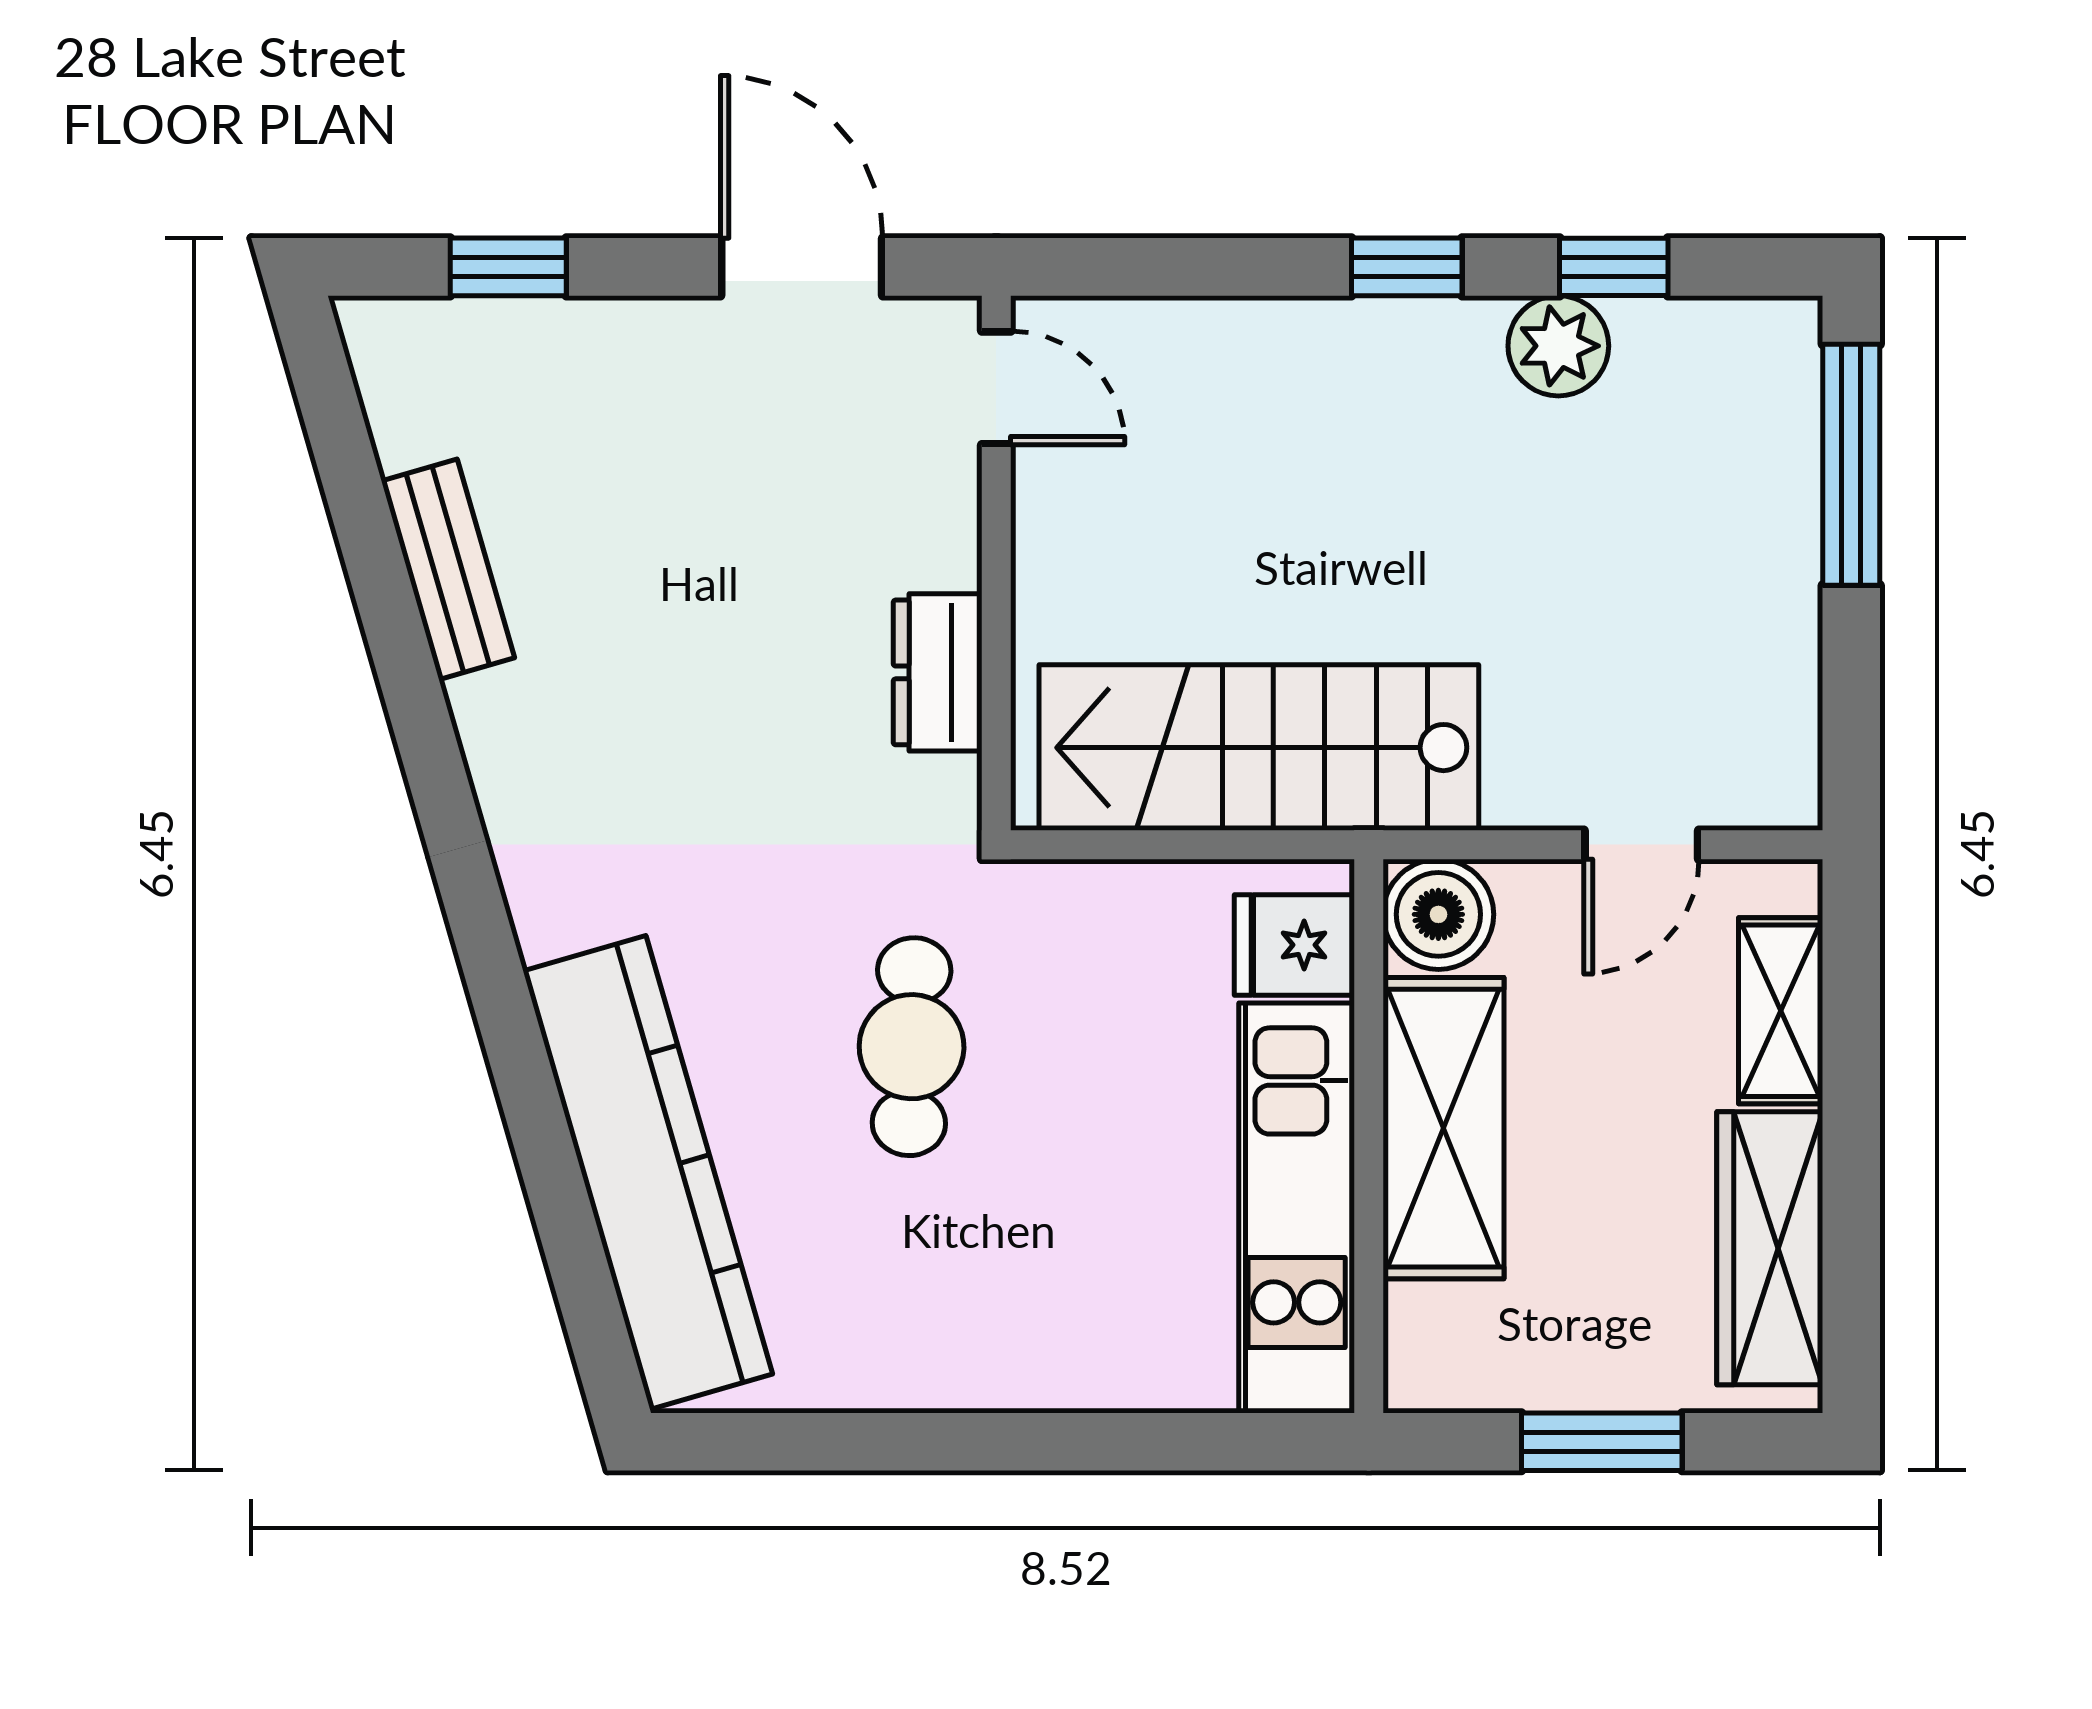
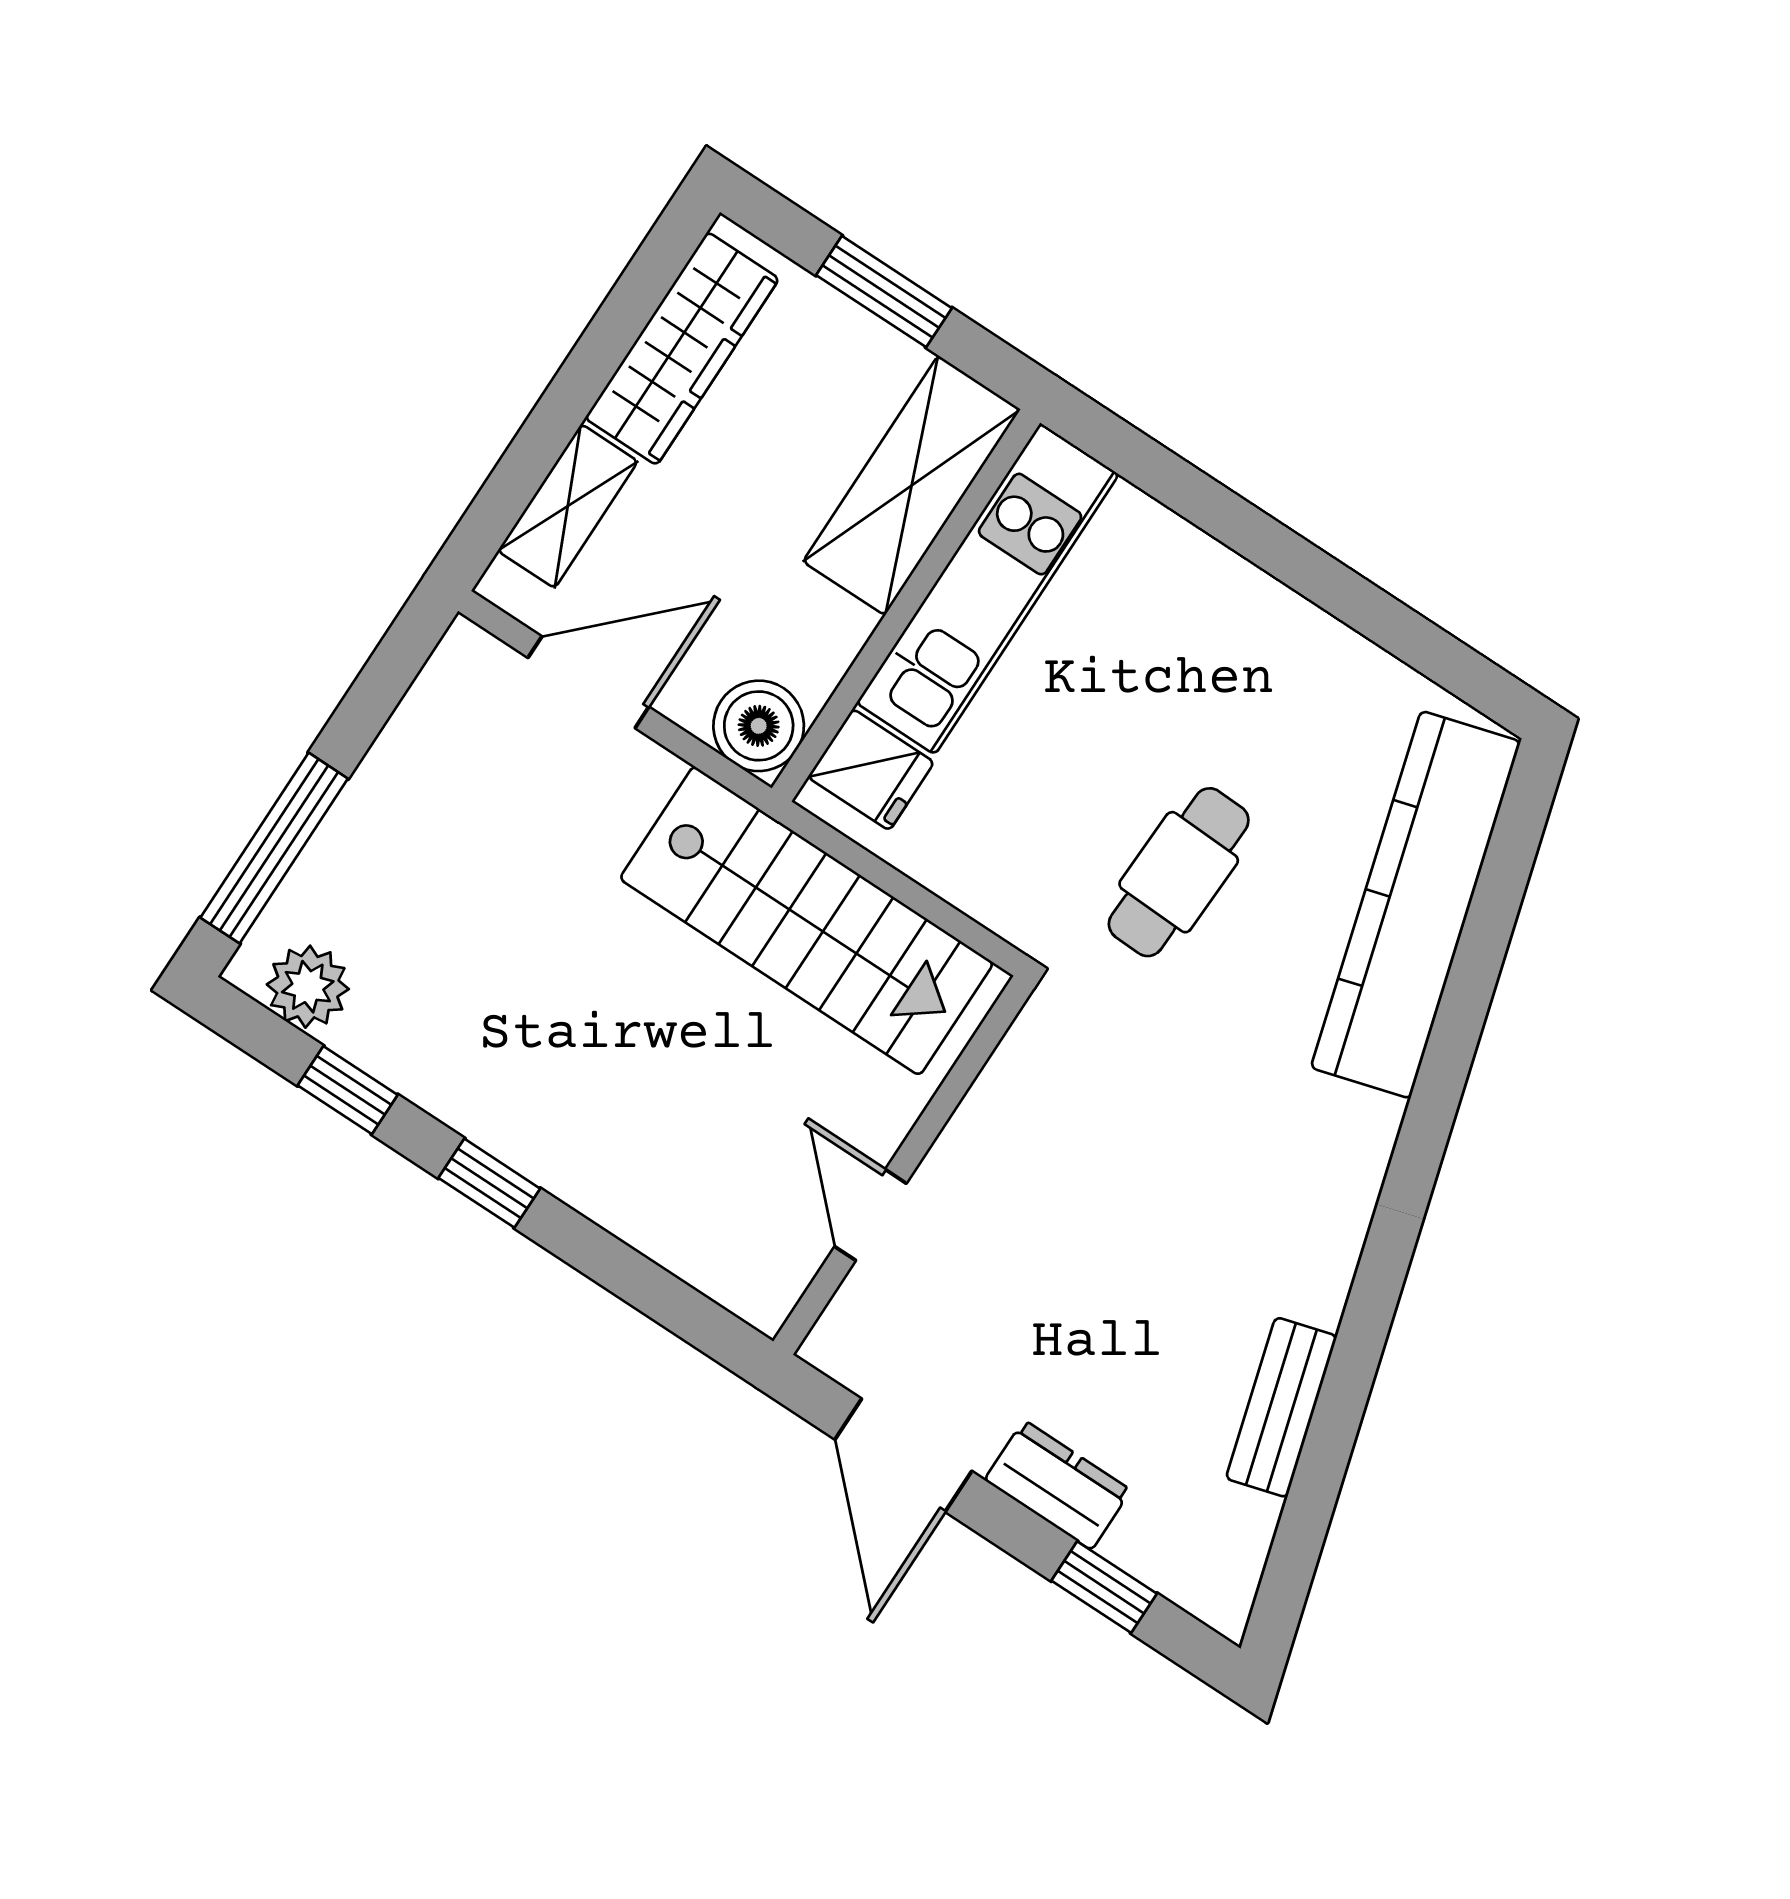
plant: (1558, 346) -> (308, 987), moved
door: (996, 388) -> (871, 1215), moved
dresser: (938, 672) -> (1058, 1485), moved, turned -90
door: (1641, 845) -> (588, 682), width x1.38
shelving: (1443, 1128) -> (912, 486), moved

